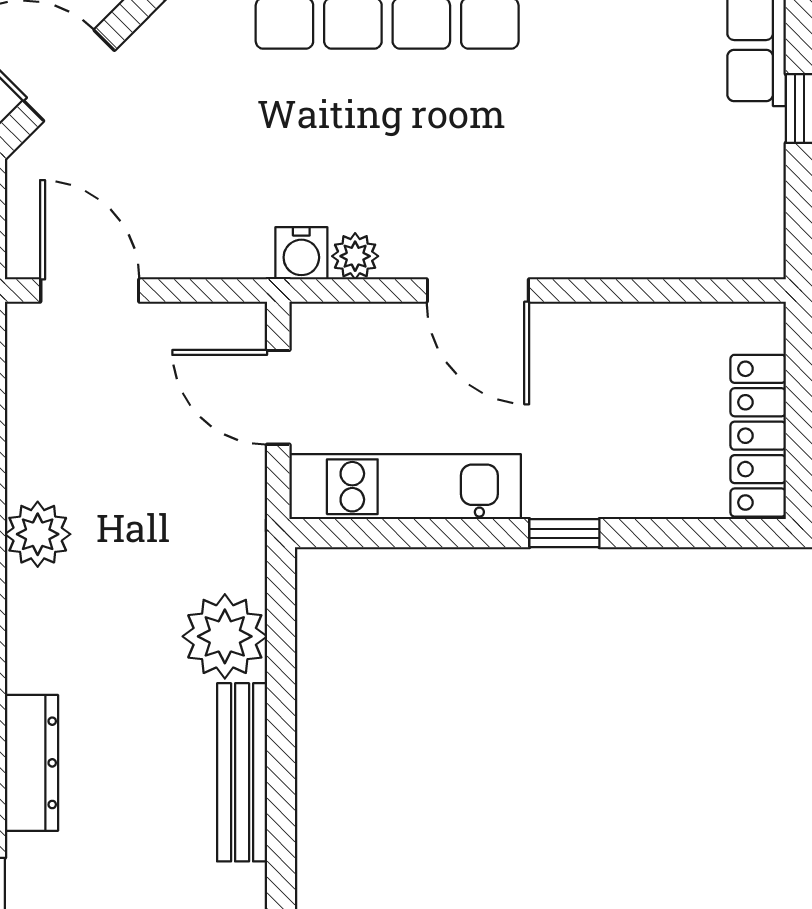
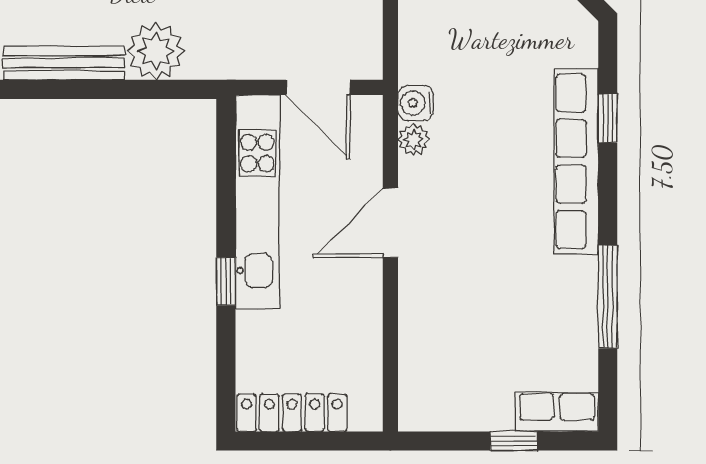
door: (278, 397) -> (318, 87), swing flipped
kitchen unit: (405, 487) -> (257, 202), width x1.36

